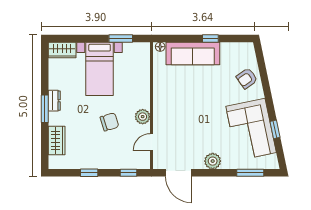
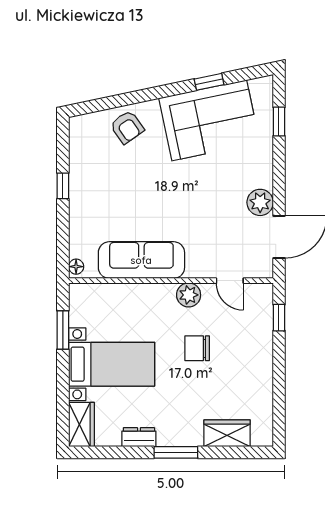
sofa: (193, 53) -> (141, 260), moved, turned -90
dresser: (54, 101) -> (139, 437), moved
chair: (109, 122) -> (197, 348), turned -73
plant: (213, 161) -> (260, 202), moved
window: (89, 173) -> (279, 381), removed
window: (250, 173) -> (279, 122), width x0.67

